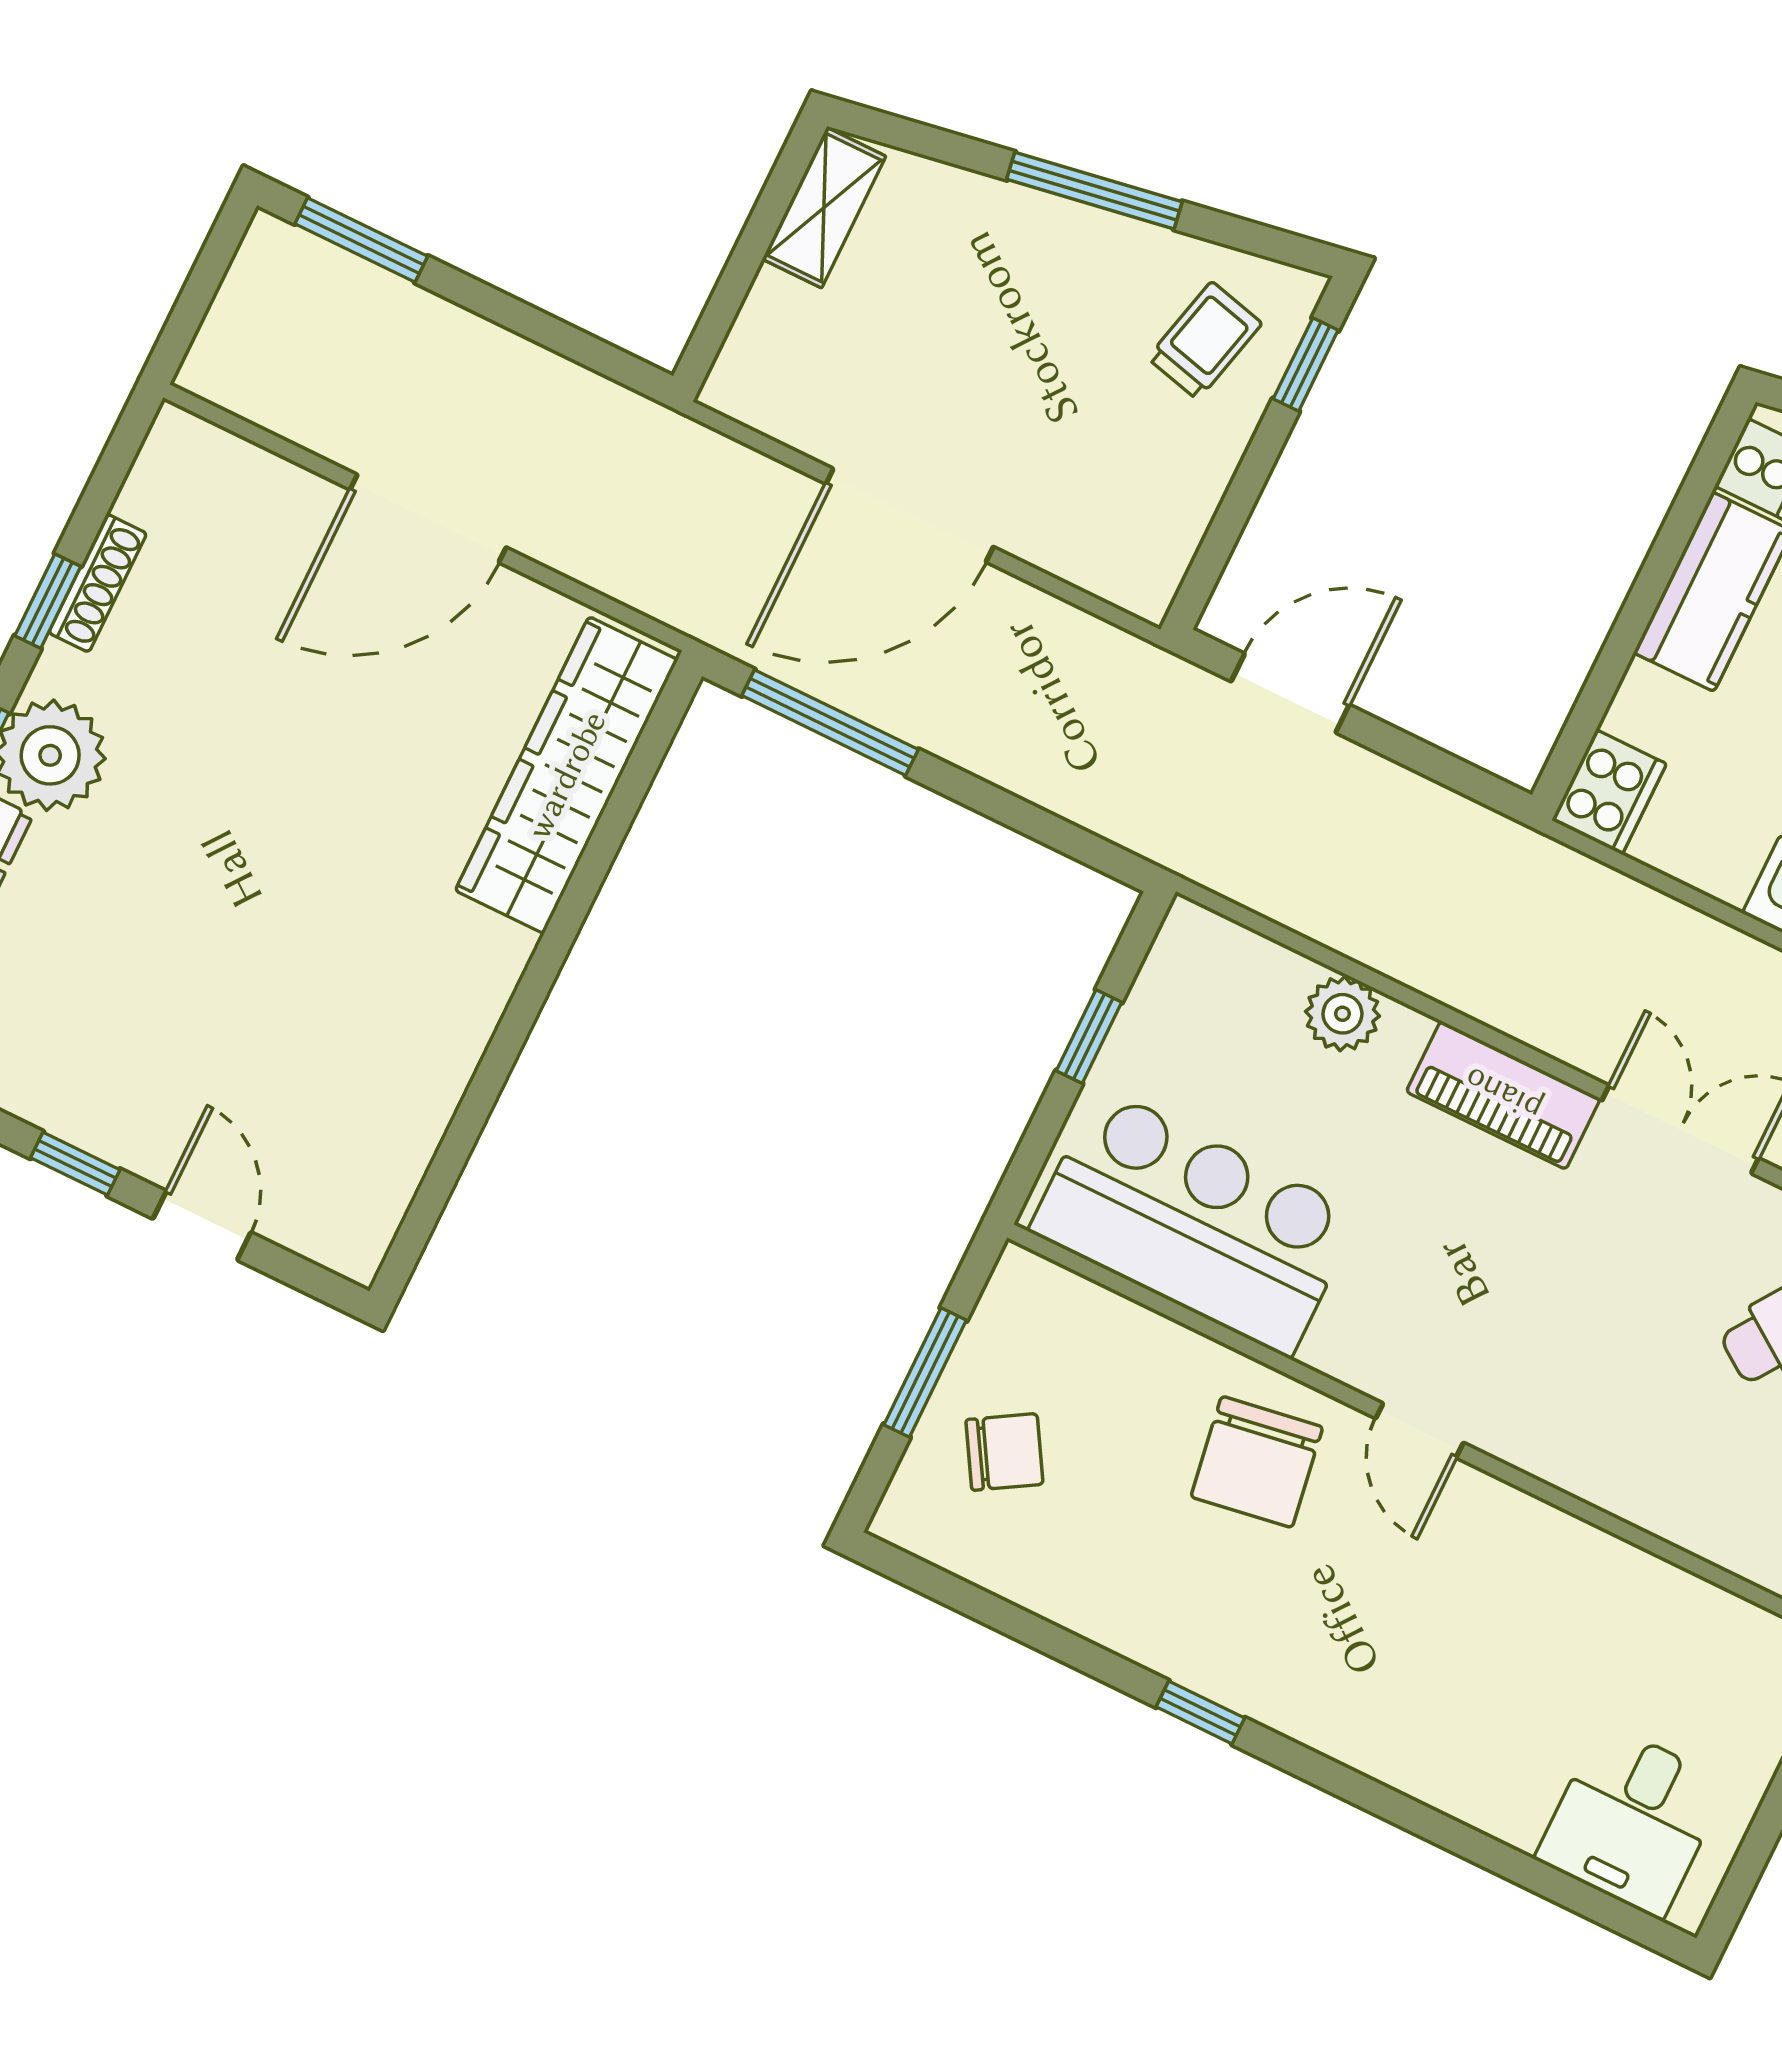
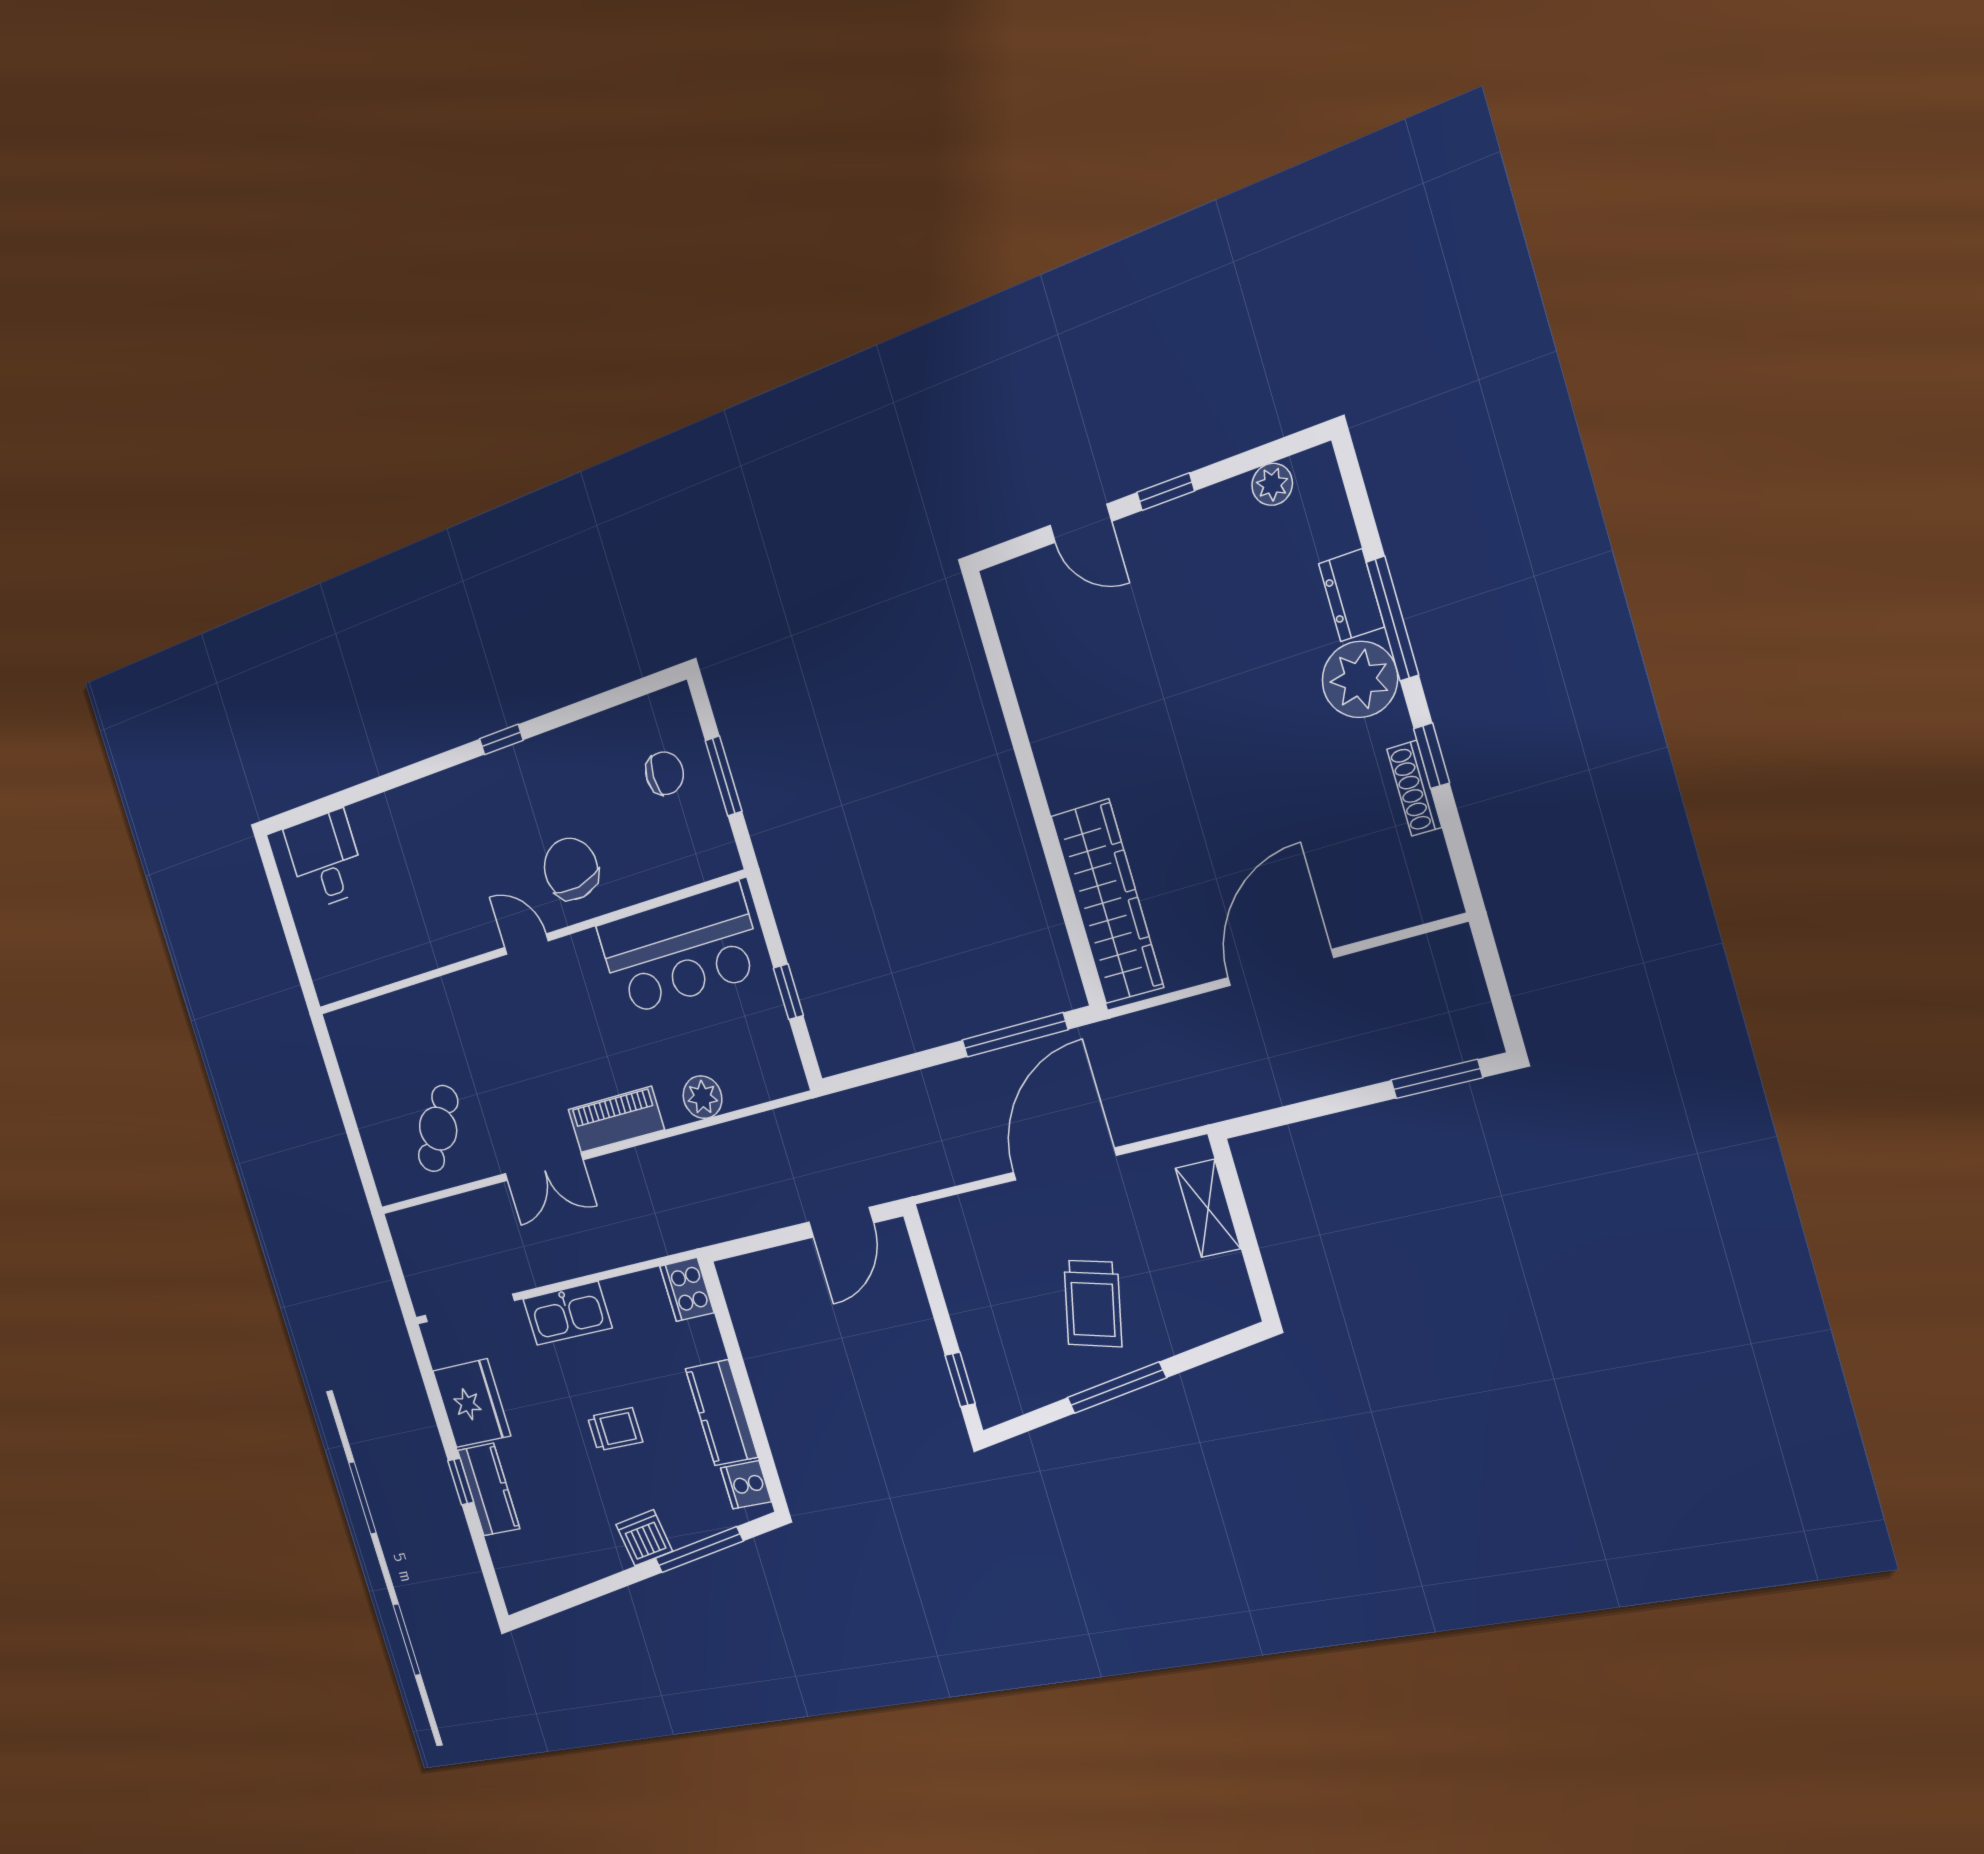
shelving: (824, 208) -> (1208, 1208), moved
trolley: (1205, 341) -> (1093, 1304), moved, width x1.36, depth x1.39
chair: (1004, 1452) -> (665, 773), turned -149

